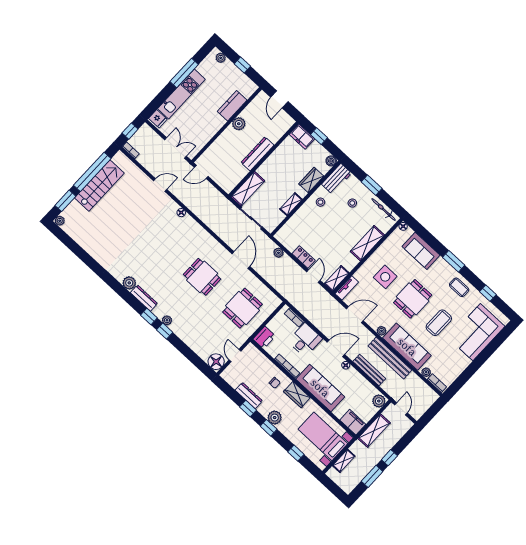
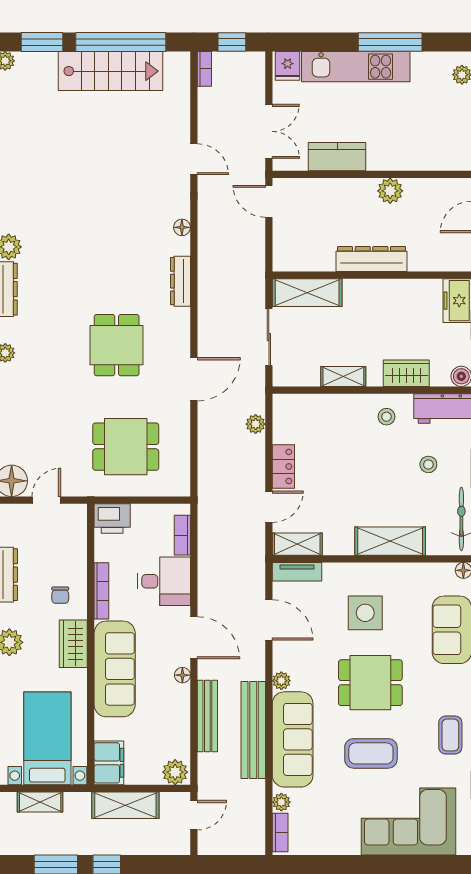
kitchen counter: (232, 106) -> (337, 157), moved
dresser: (200, 232) -> (180, 281), added

